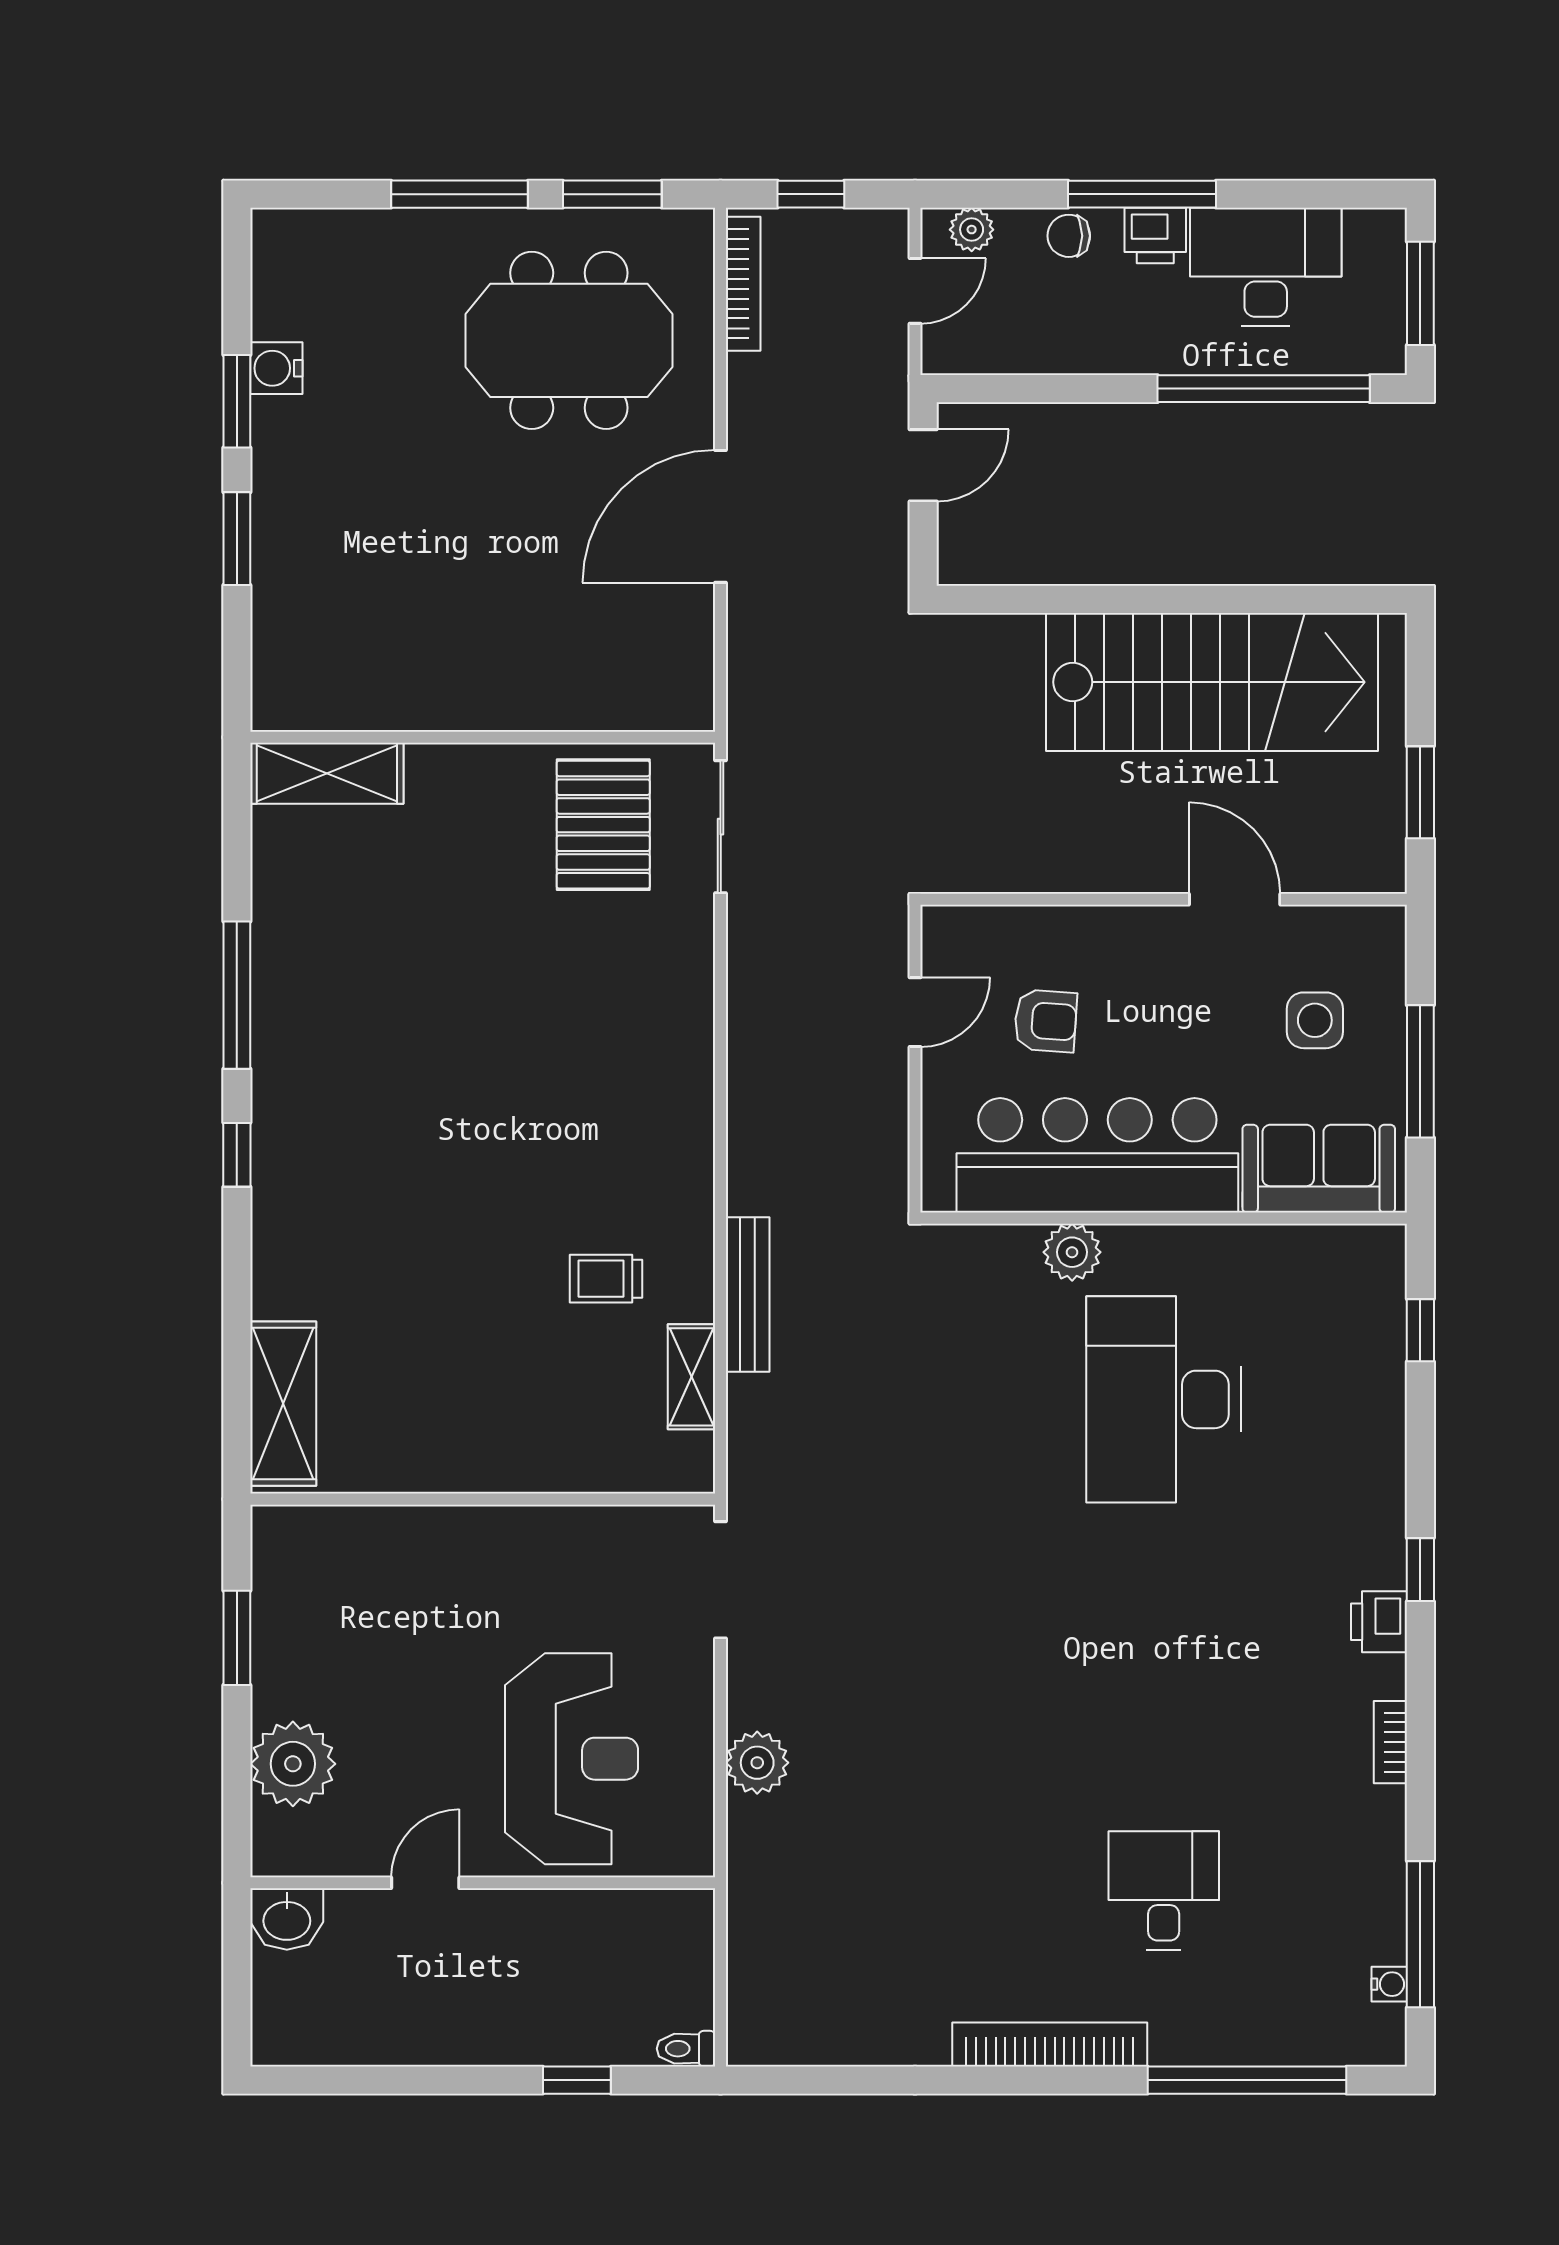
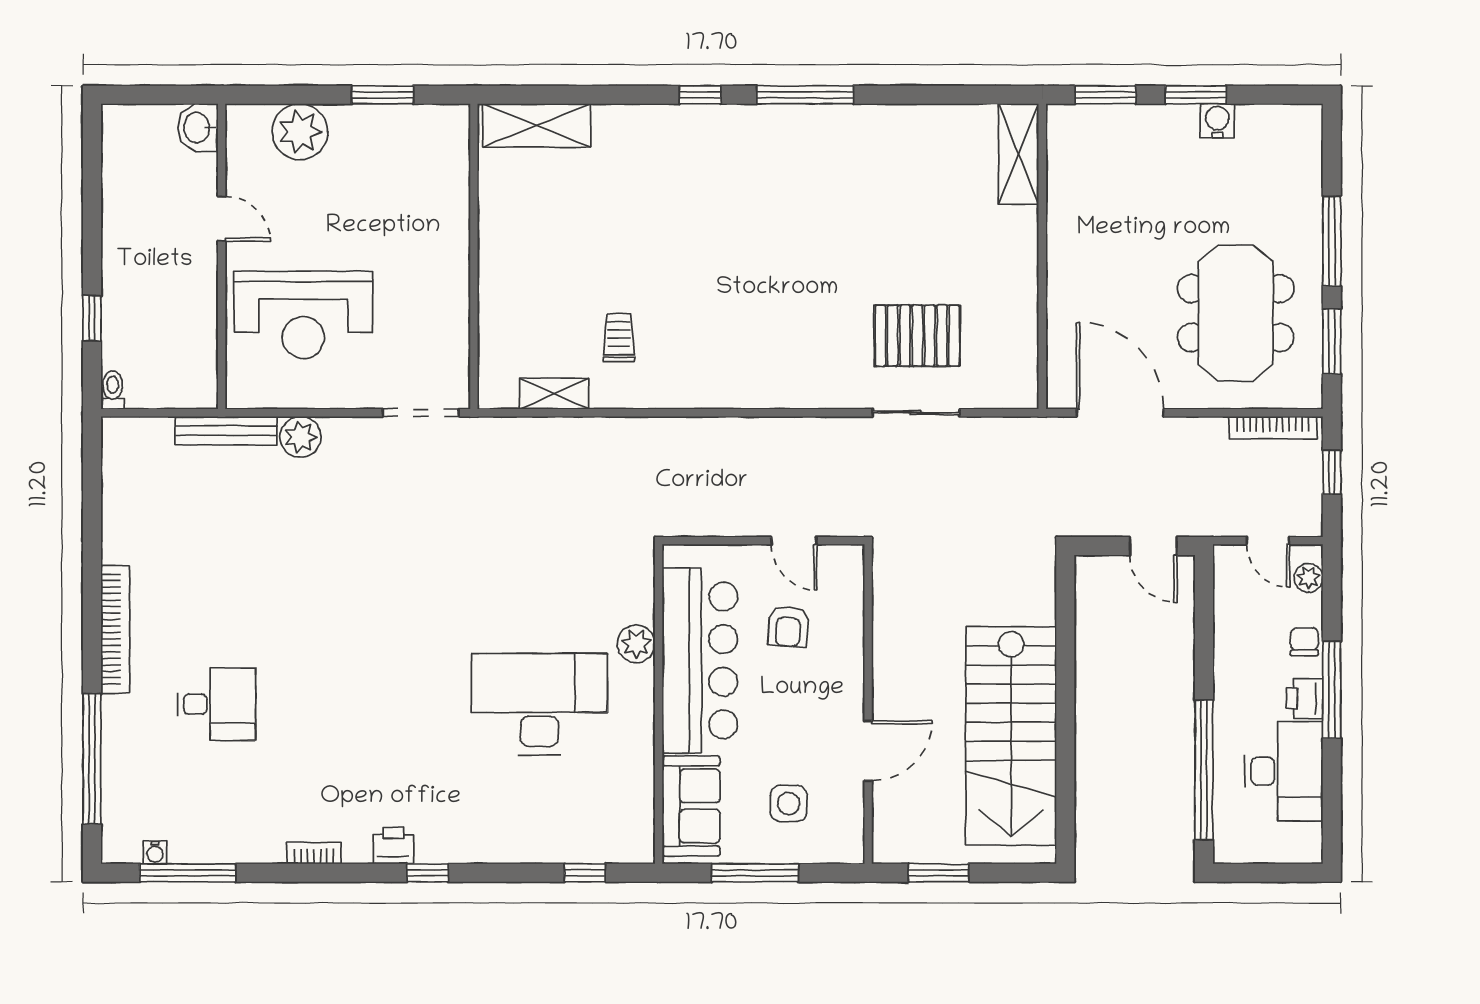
window: (1420, 293) -> (1267, 873), removed
wall: (483, 737) -> (1042, 256), moved
shelving: (327, 773) -> (1019, 154), moved
bench: (748, 1294) -> (226, 431), moved

